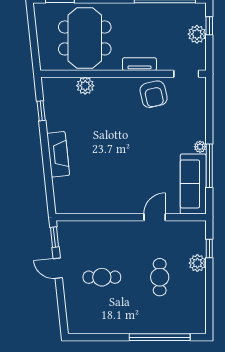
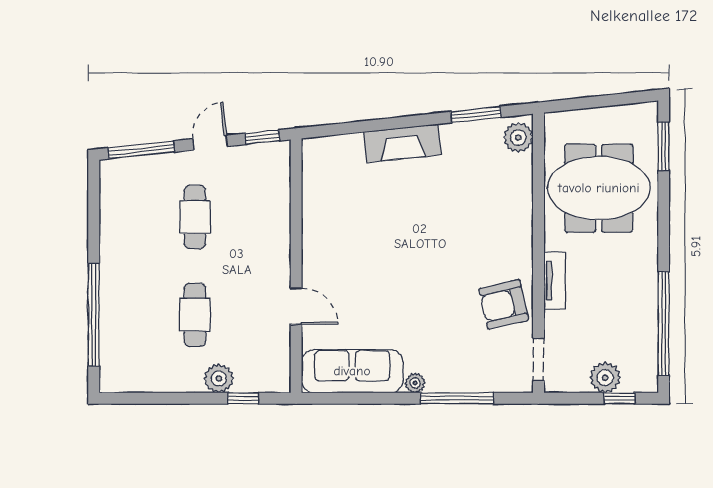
plant: (85, 86) -> (518, 137), moved
window: (41, 111) -> (476, 115), width x1.50
window: (209, 166) -> (457, 398), moved
cafe table: (160, 277) -> (195, 315), turned 90
window: (62, 309) -> (141, 150), added

